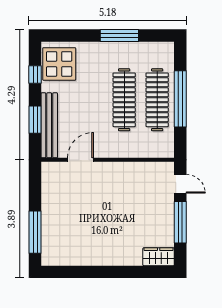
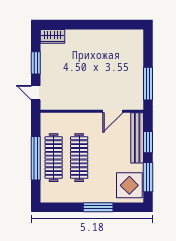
window: (119, 36) -> (98, 207), moved
window: (35, 75) -> (148, 177), width x2.17
window: (180, 222) -> (36, 63), width x0.69
window: (35, 232) -> (148, 84), moved

